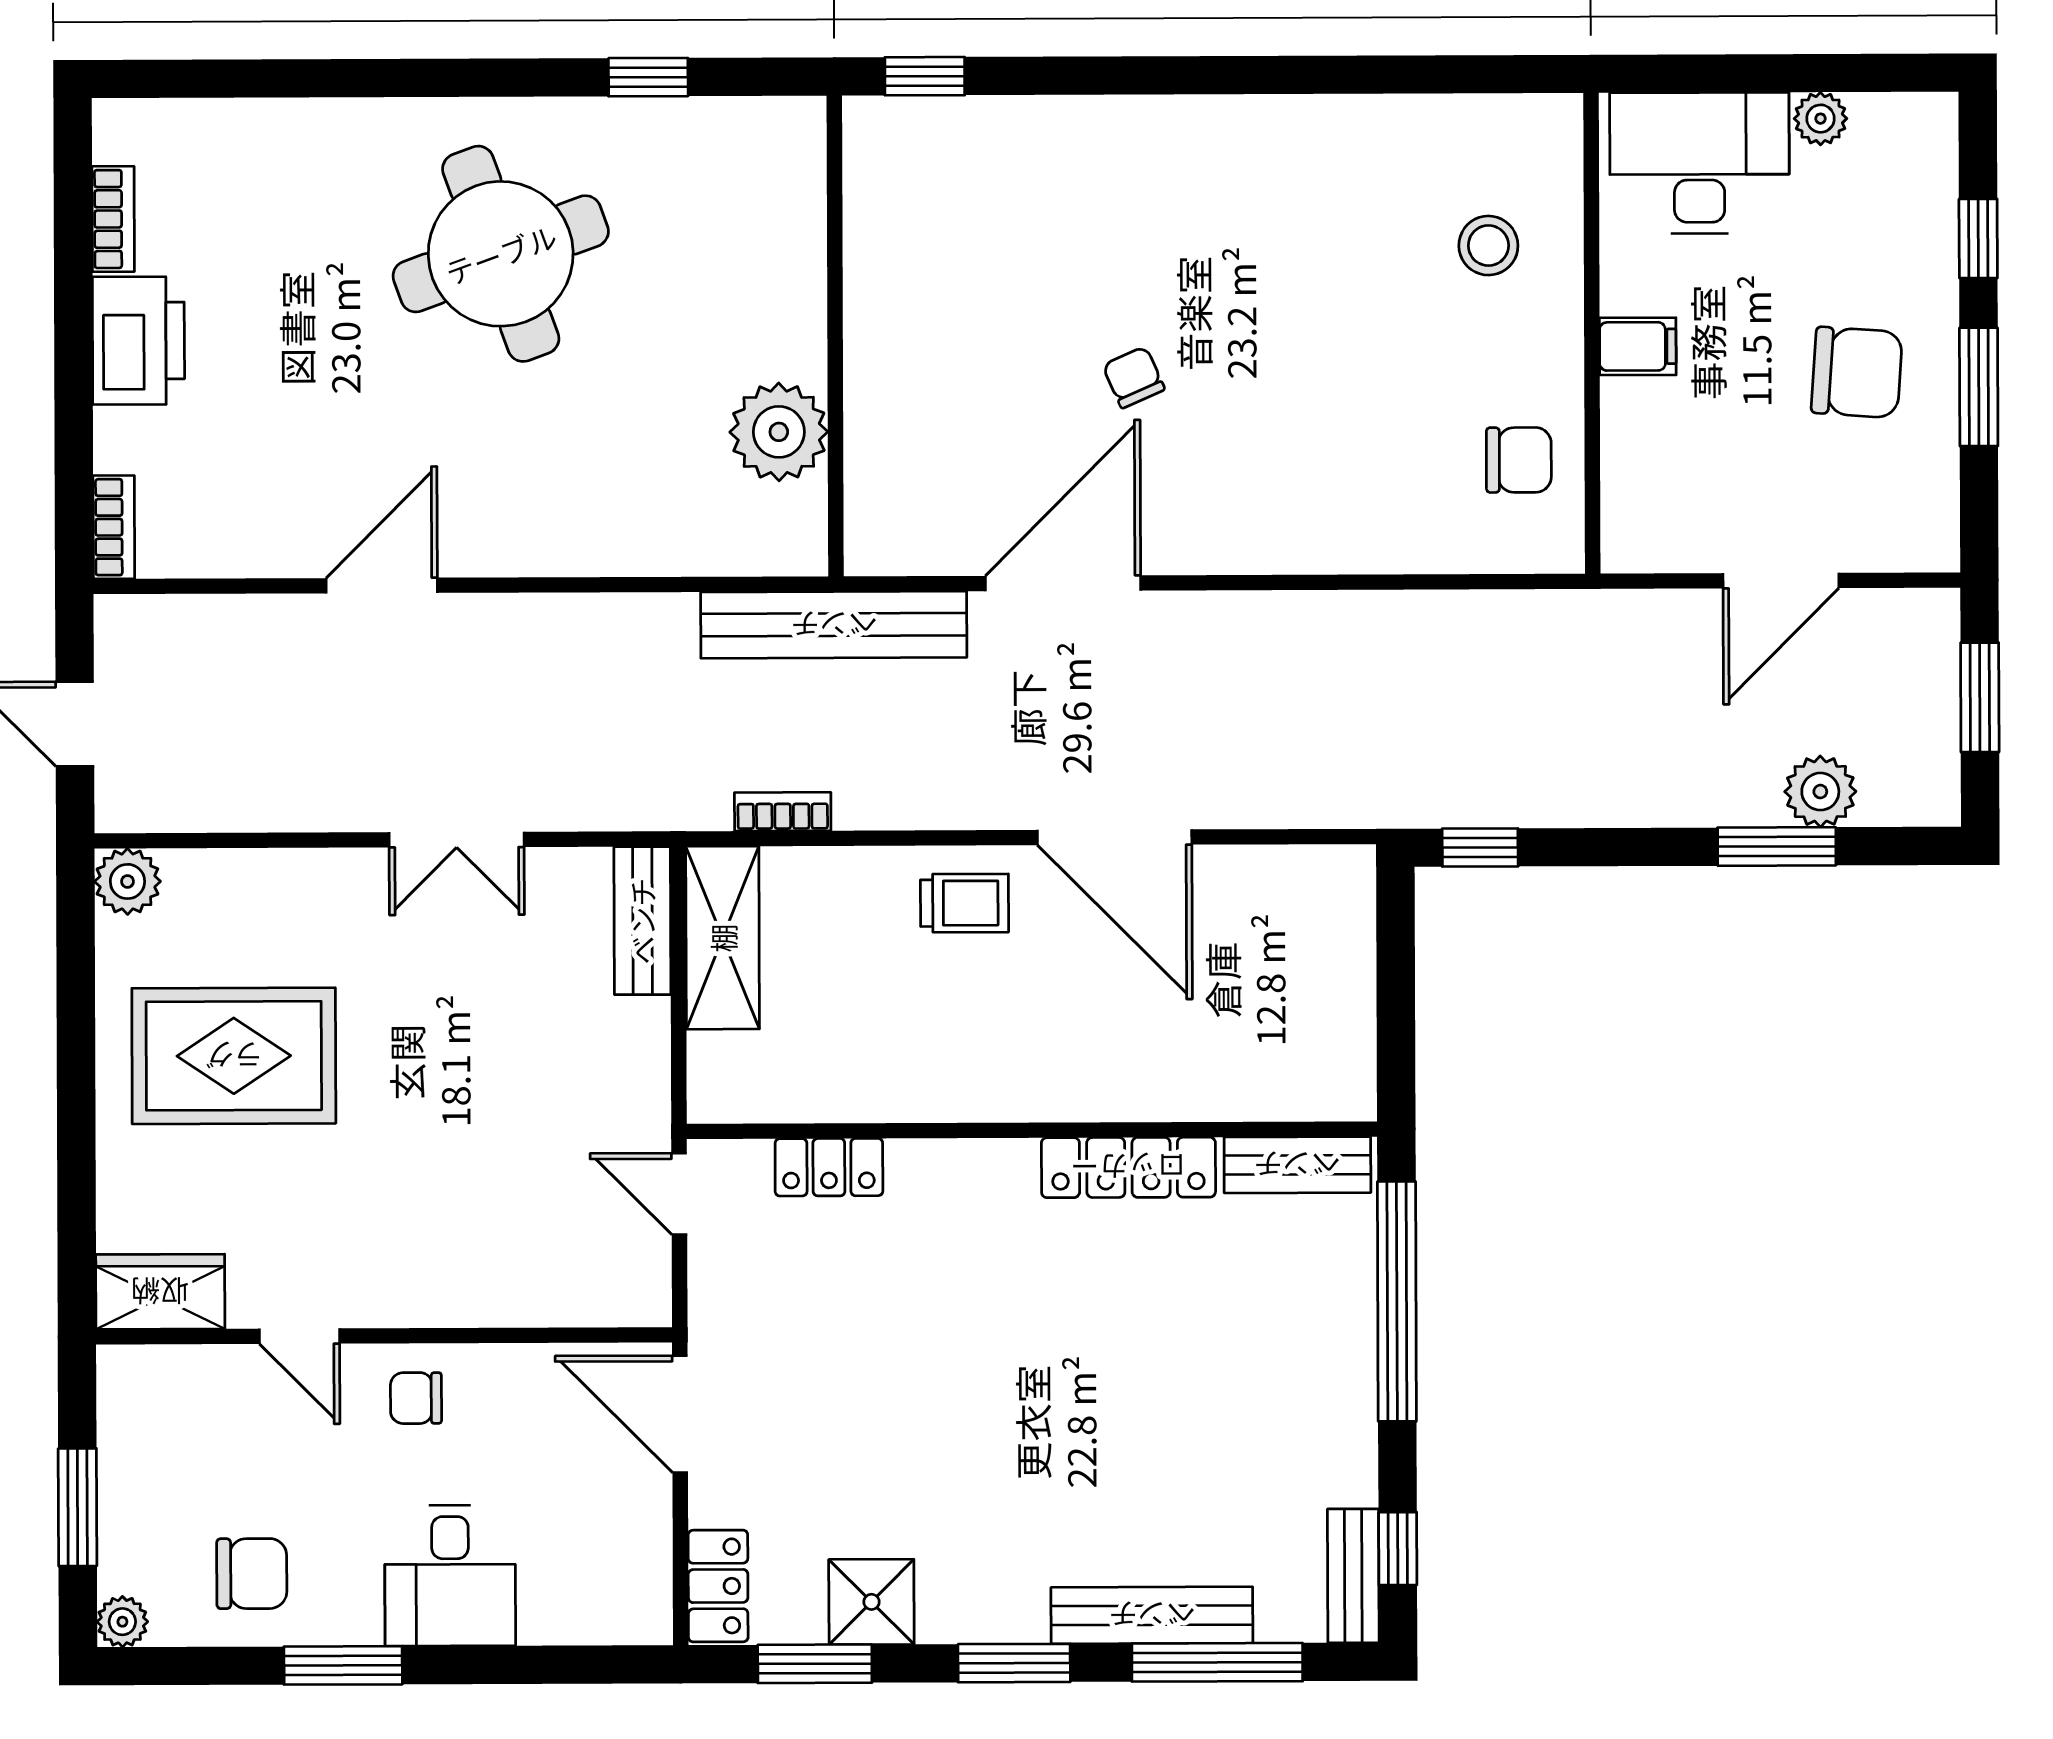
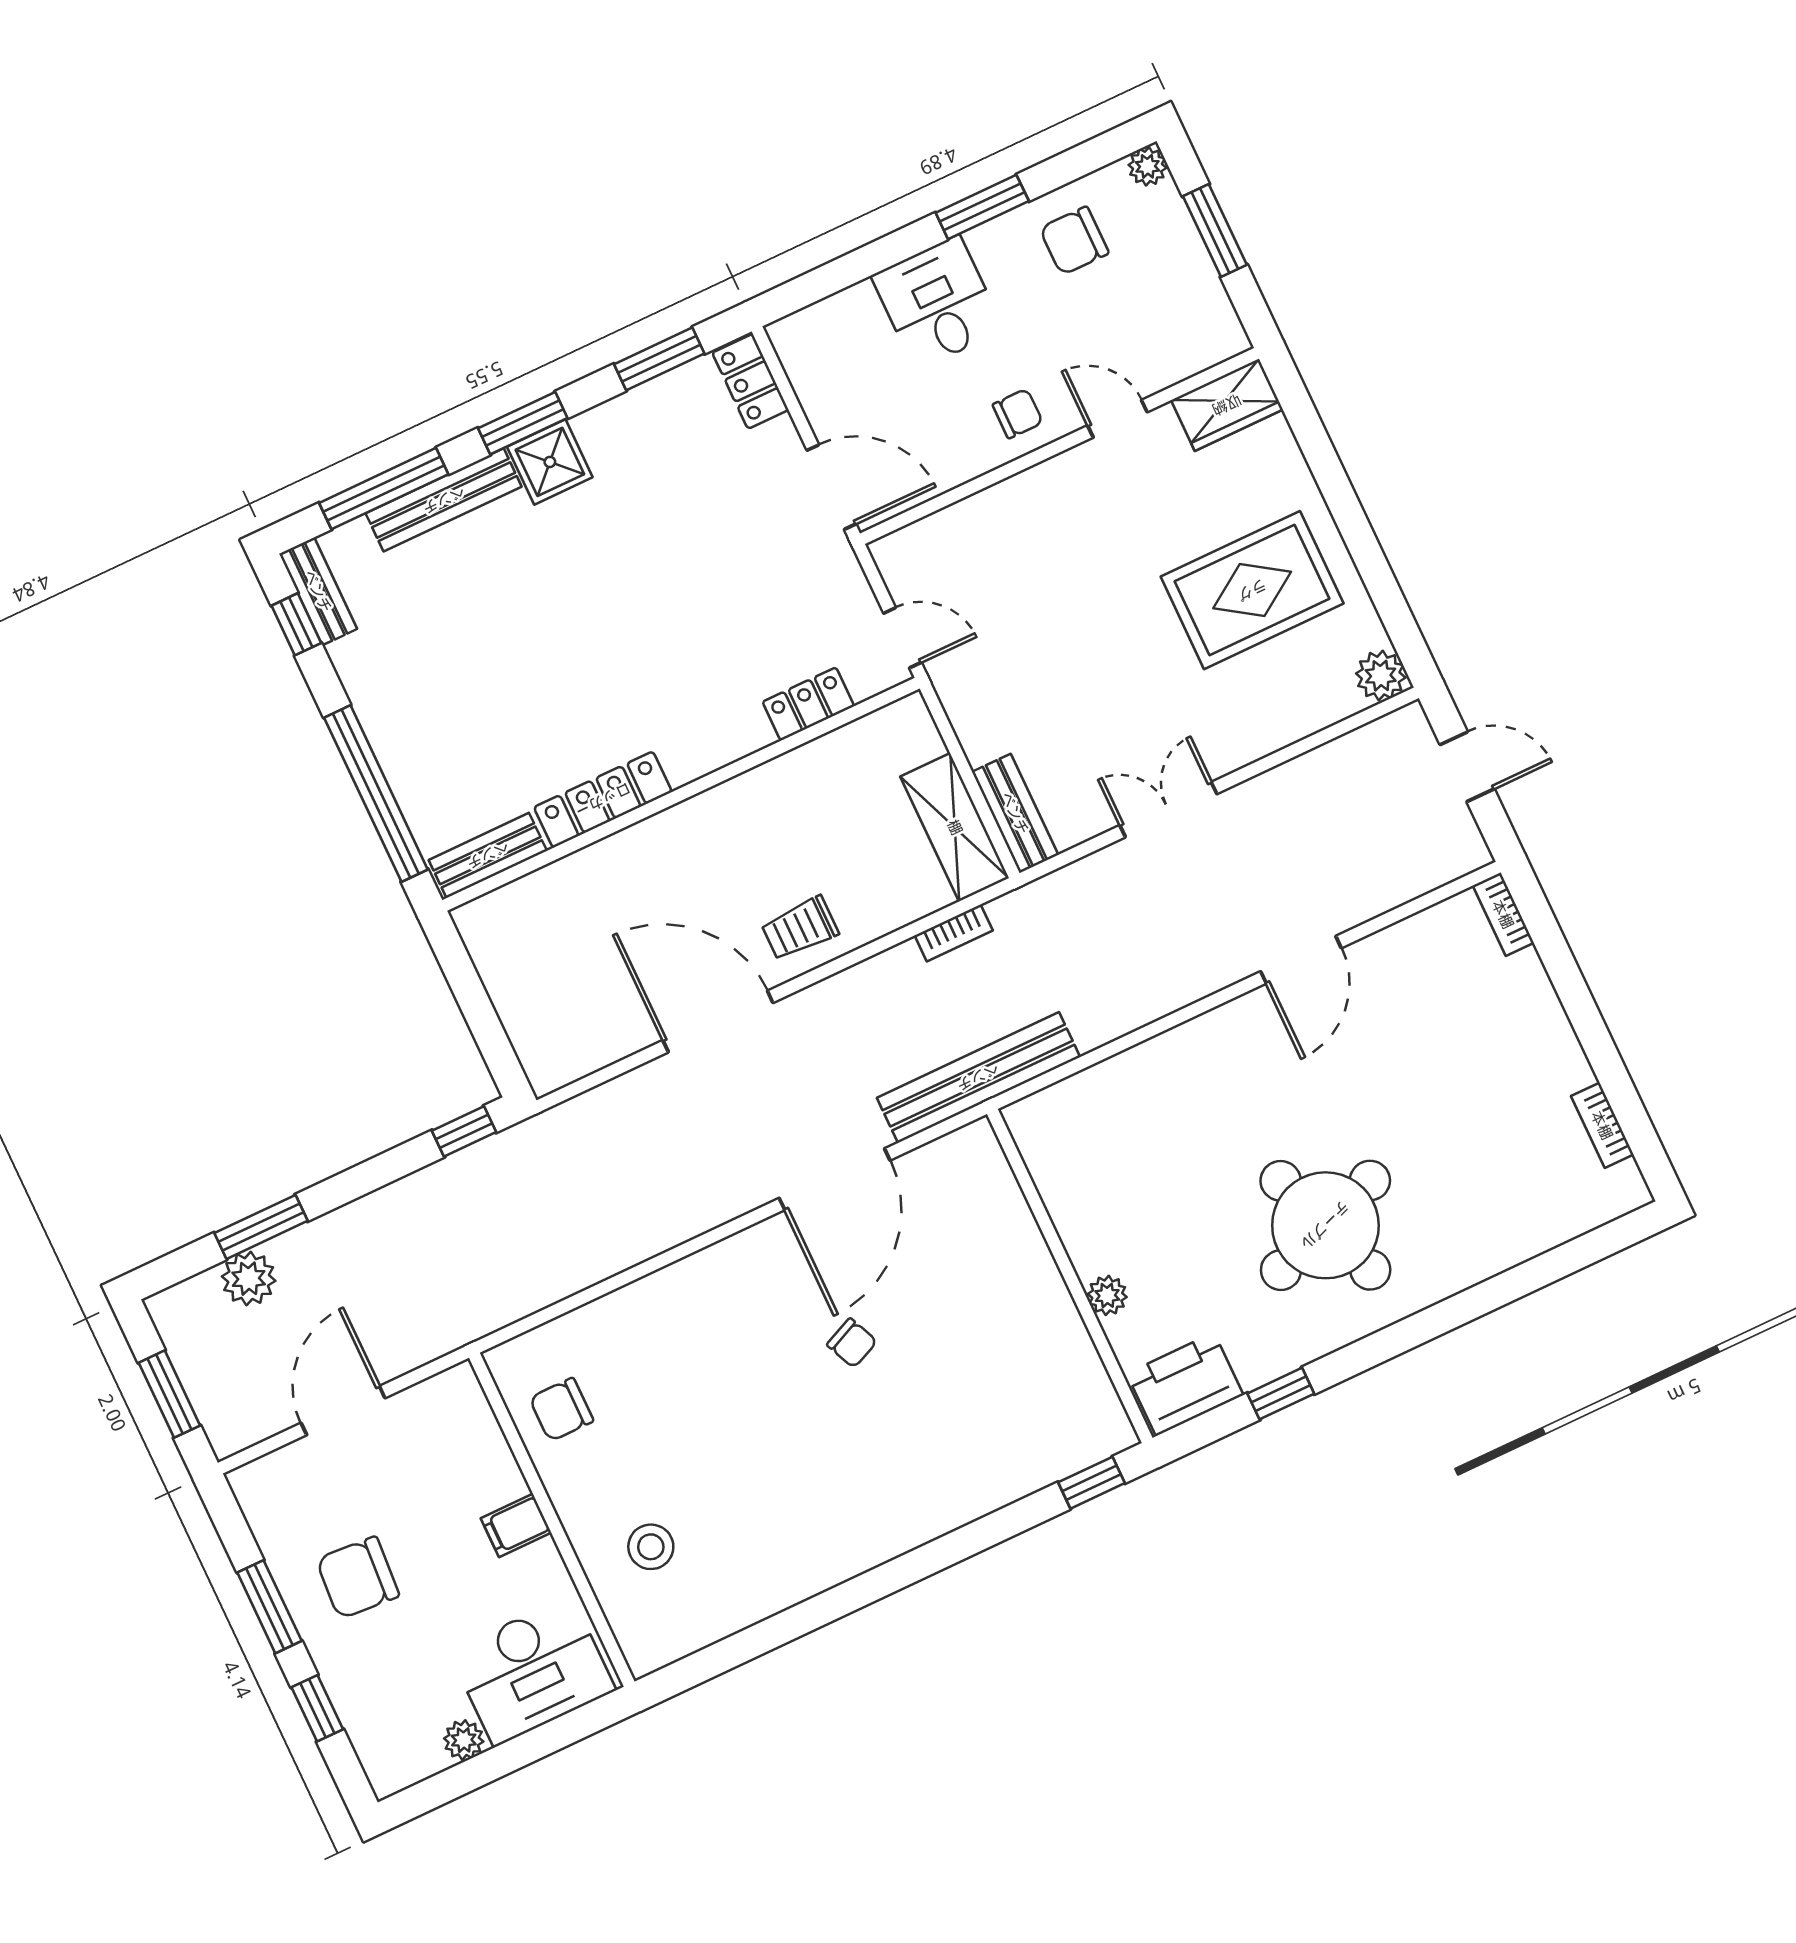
printer: (138, 341) -> (1185, 1384), moved, turned 90
plant: (779, 432) -> (1107, 1295), moved, width x0.53, depth x0.53
shower: (871, 1602) -> (550, 462), moved

